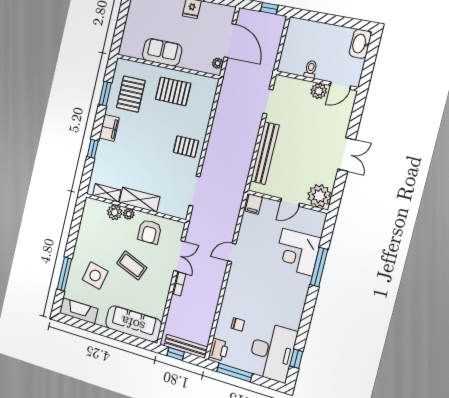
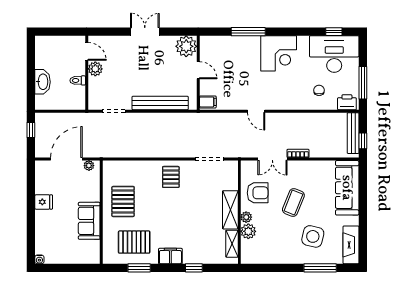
washbasin: (360, 44) -> (43, 82), moved, turned -90
corner desk: (297, 252) -> (279, 53), moved
double door: (179, 256) -> (272, 159), swing flipped

